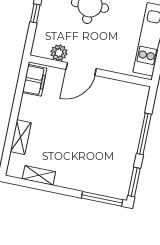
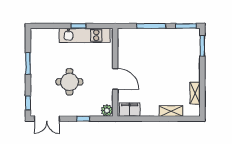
plant: (59, 53) -> (107, 111), moved
window: (102, 199) -> (202, 46), width x0.69

